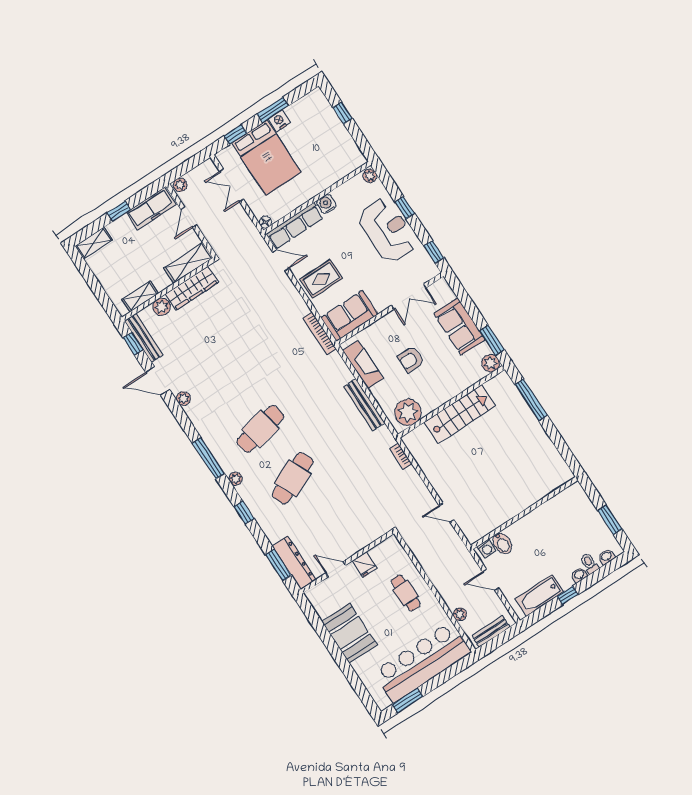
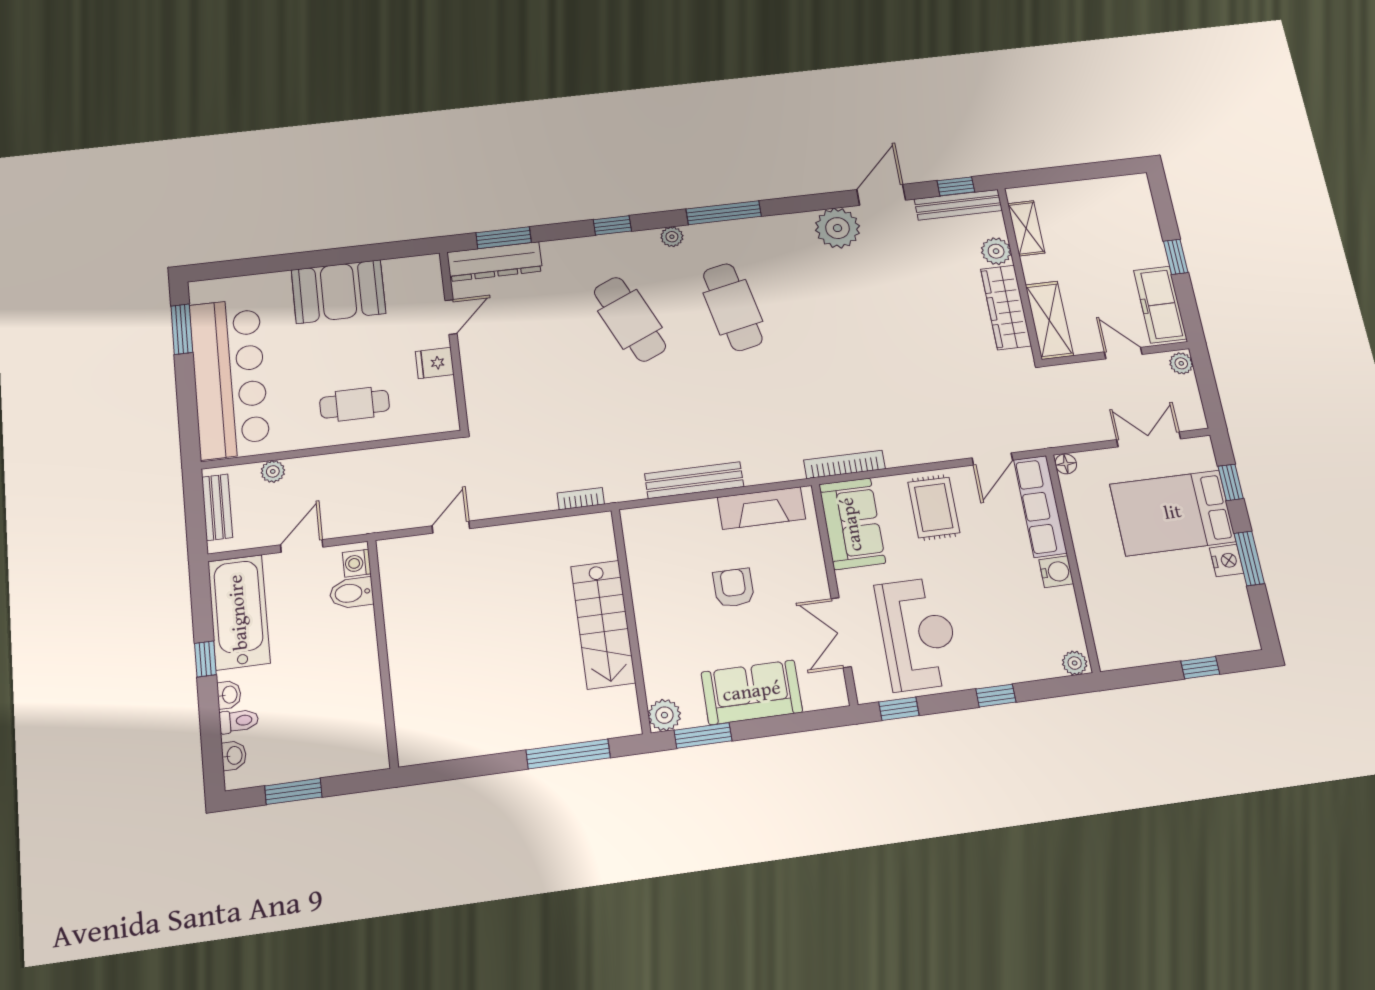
reception desk: (387, 230) -> (918, 634), moved, turned -90
shelving: (94, 243) -> (1140, 200), removed
plant: (183, 399) -> (838, 228), width x1.87, depth x1.87
plant: (408, 412) -> (648, 543), removed
bathtub: (540, 595) -> (239, 612), width x1.36, depth x1.36

